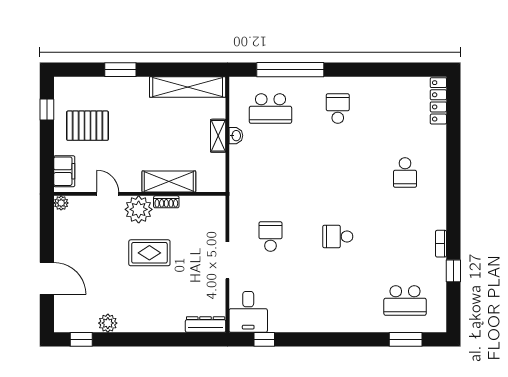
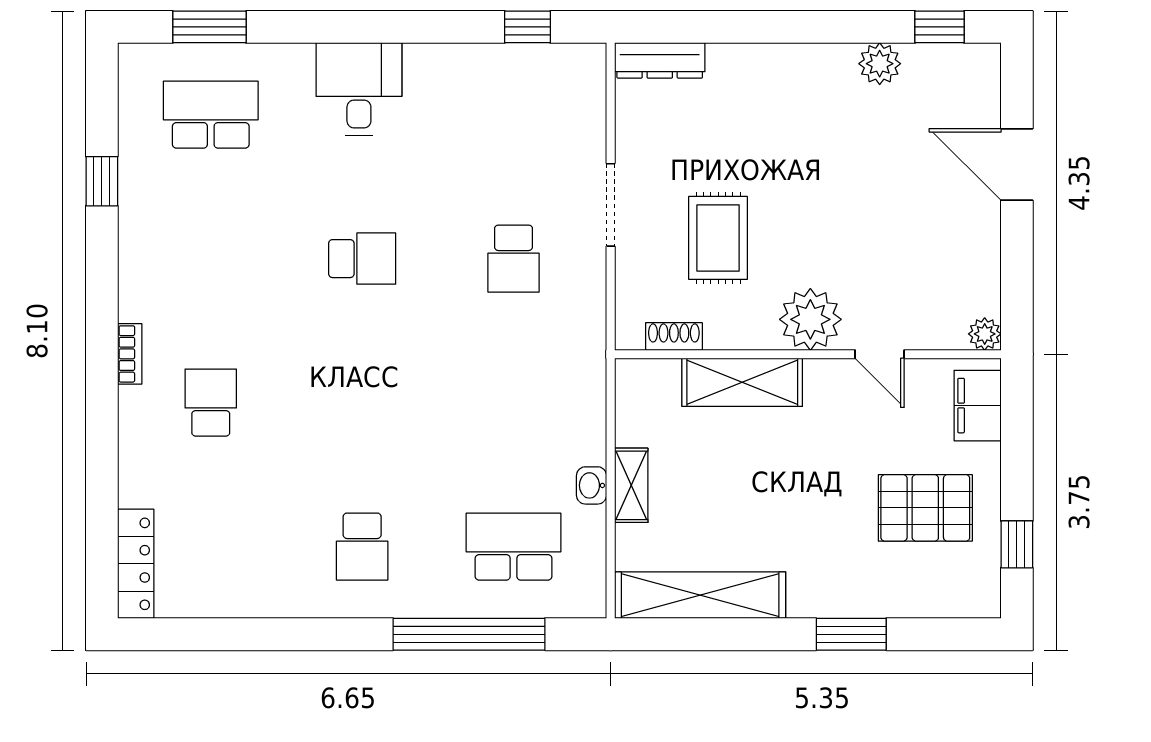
shoe rack: (166, 202) -> (674, 337), moved
bookcase: (441, 244) -> (130, 354), moved
rug: (149, 253) -> (718, 238), moved, turned 90
desk: (248, 312) -> (359, 89), moved

